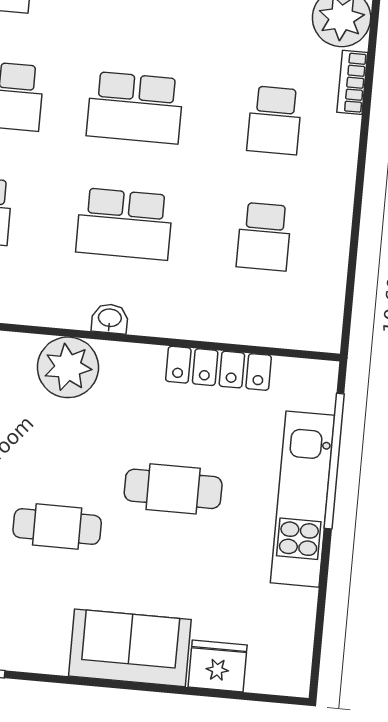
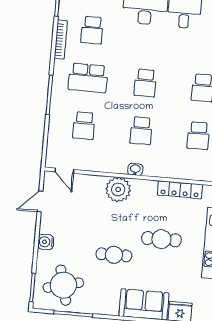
school desk: (135, 108) -> (145, 83), width x0.54
school desk: (124, 224) -> (141, 131), width x0.54

